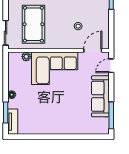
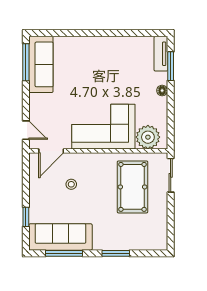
plant: (26, 57) -> (148, 137), width x1.88, depth x1.88
door: (111, 66) -> (26, 130), hinge flipped
sofa: (100, 96) -> (41, 64), moved

